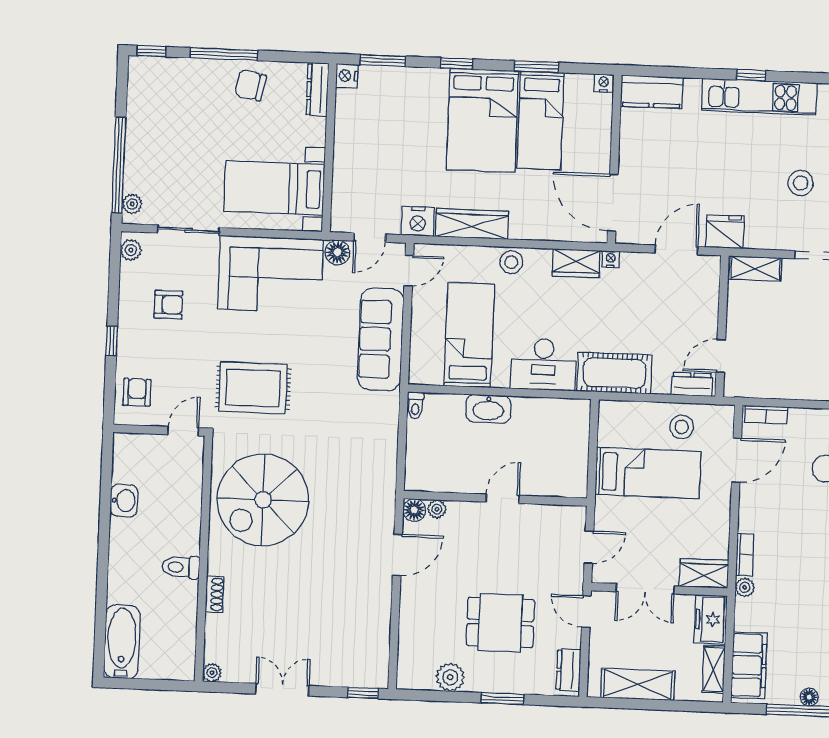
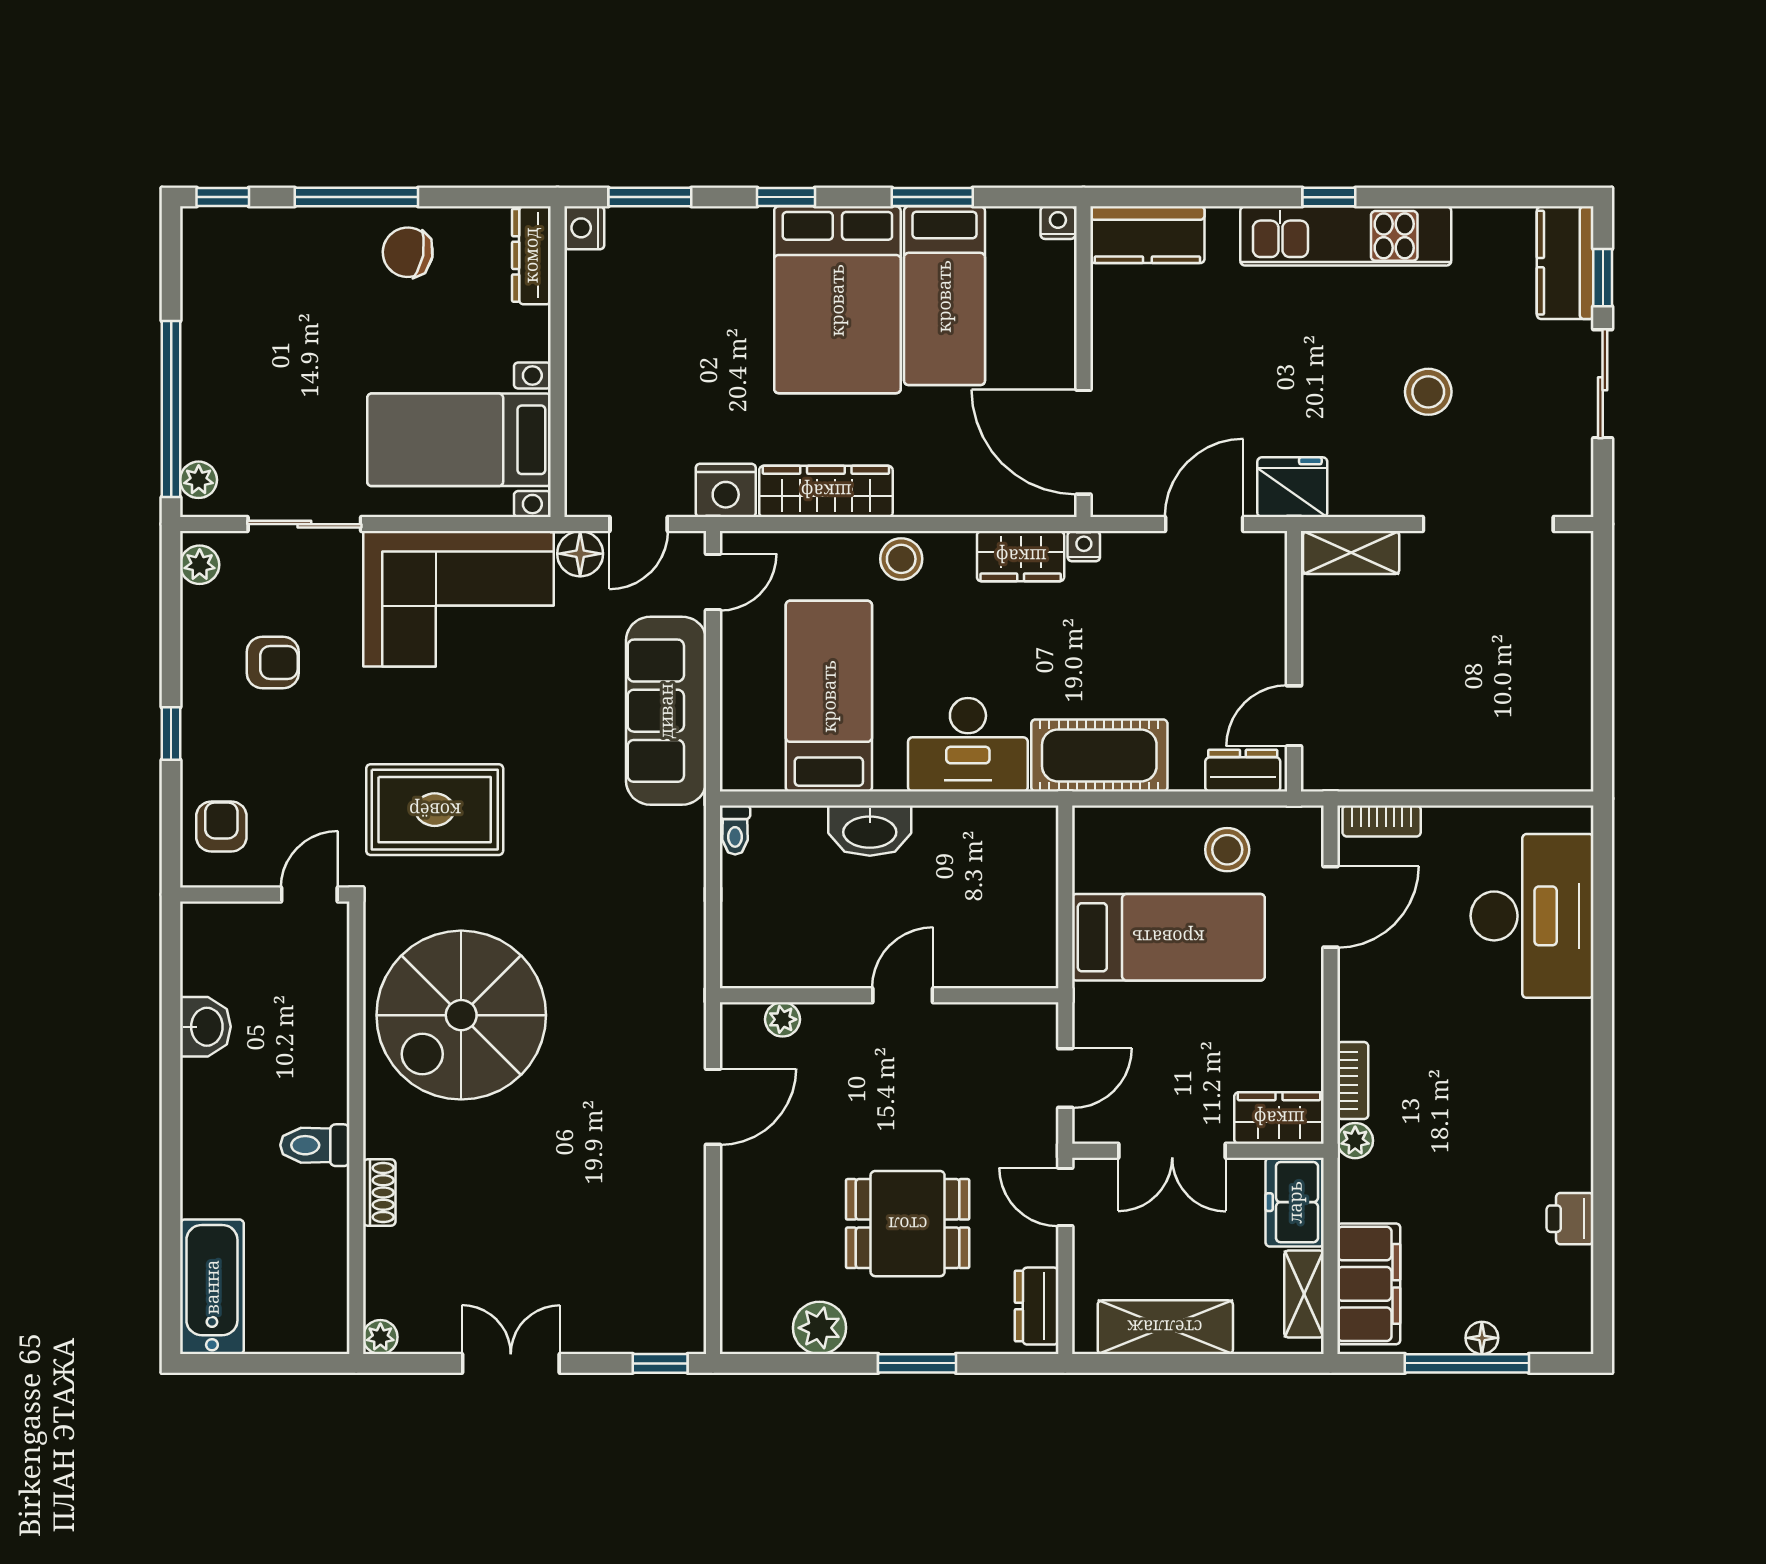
floor lamp: (414, 510) -> (741, 1023), removed

